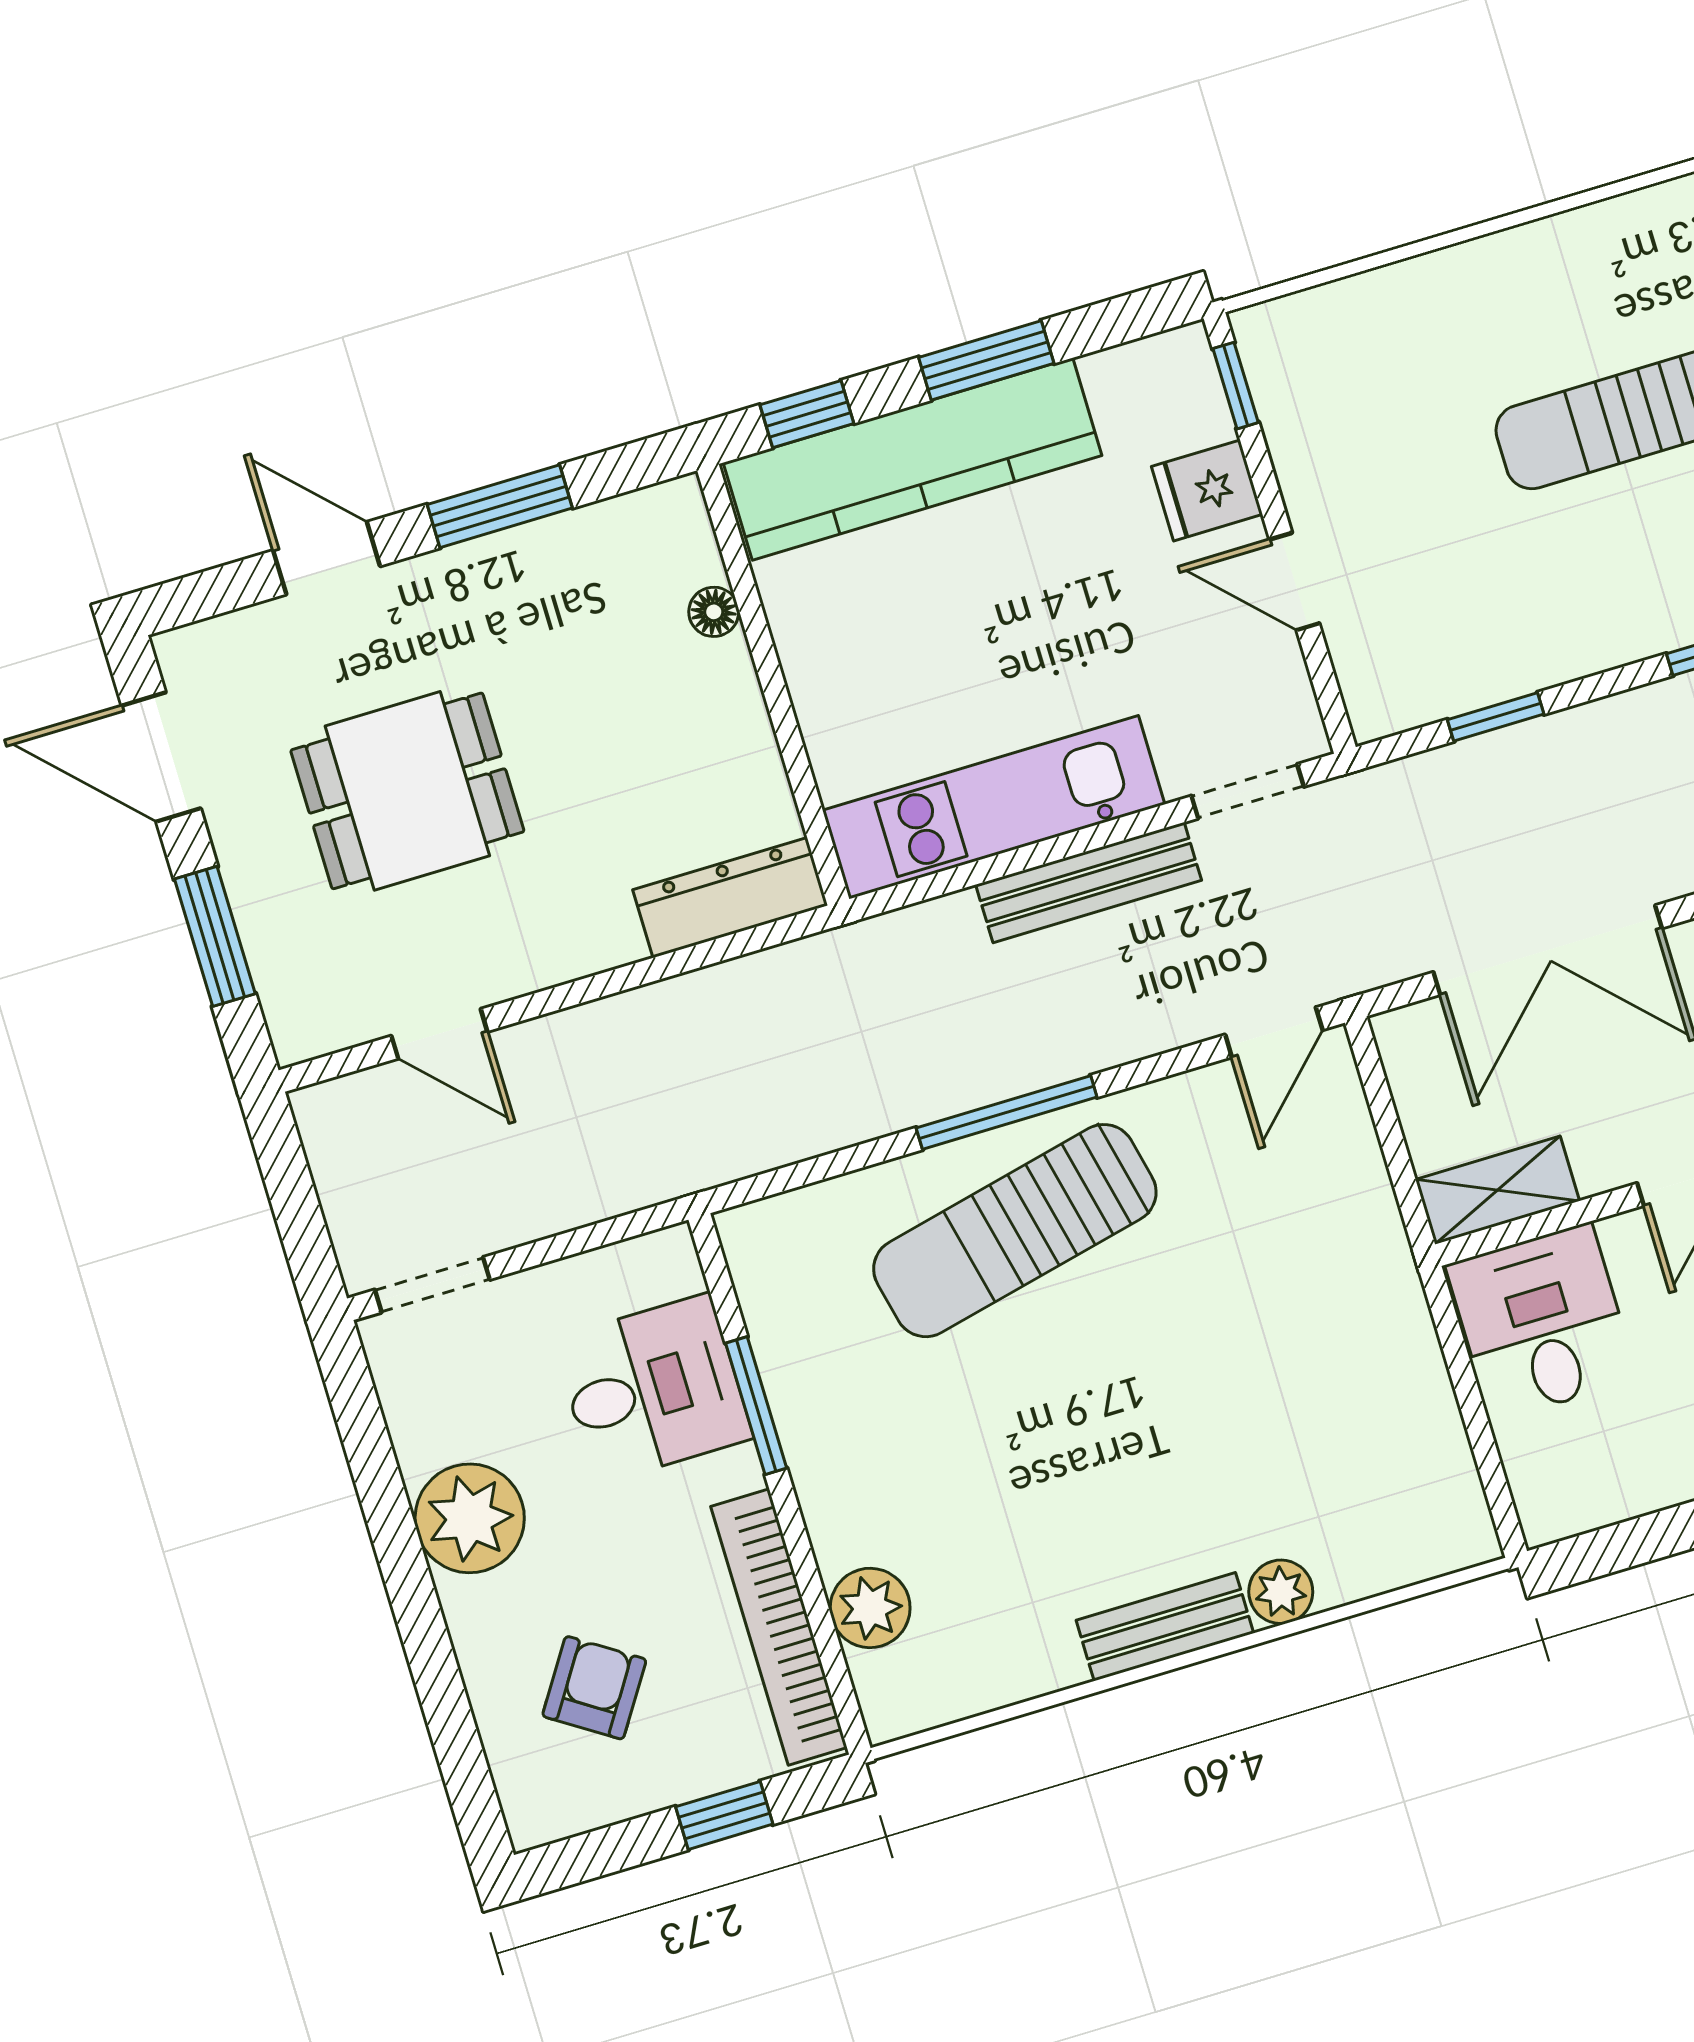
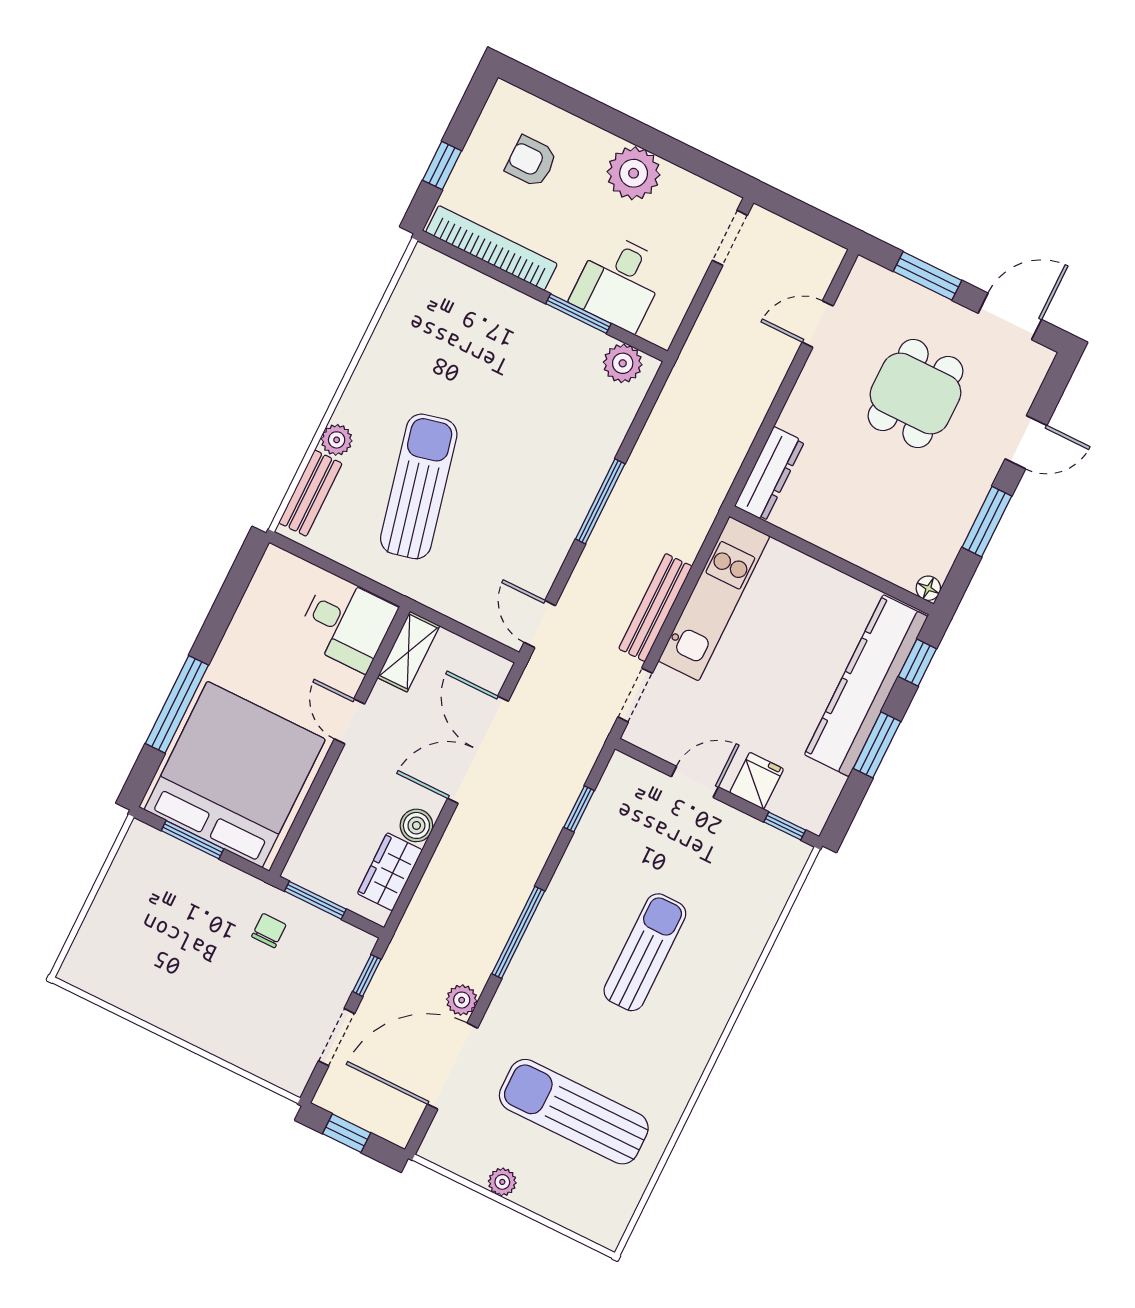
floor lamp: (714, 612) -> (928, 588), moved
sun lounger: (1015, 1231) -> (419, 486), moved
plant: (870, 1608) -> (623, 363), moved
bench: (1165, 1627) -> (310, 493), moved
armchair: (594, 1688) -> (531, 161), turned 147

